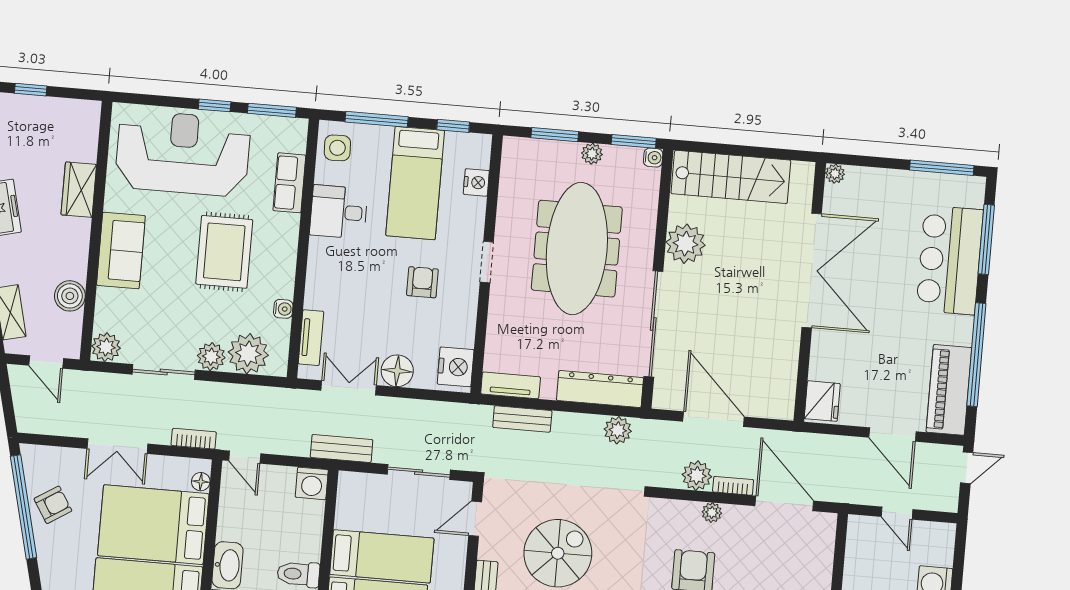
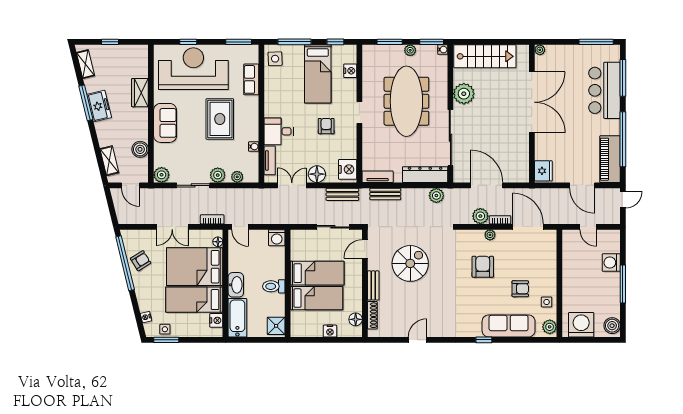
window: (215, 105) -> (188, 42), moved
desk: (339, 212) -> (279, 131), moved
plant: (248, 354) -> (237, 177), width x0.53, depth x0.53
bench: (342, 449) -> (342, 194), moved

